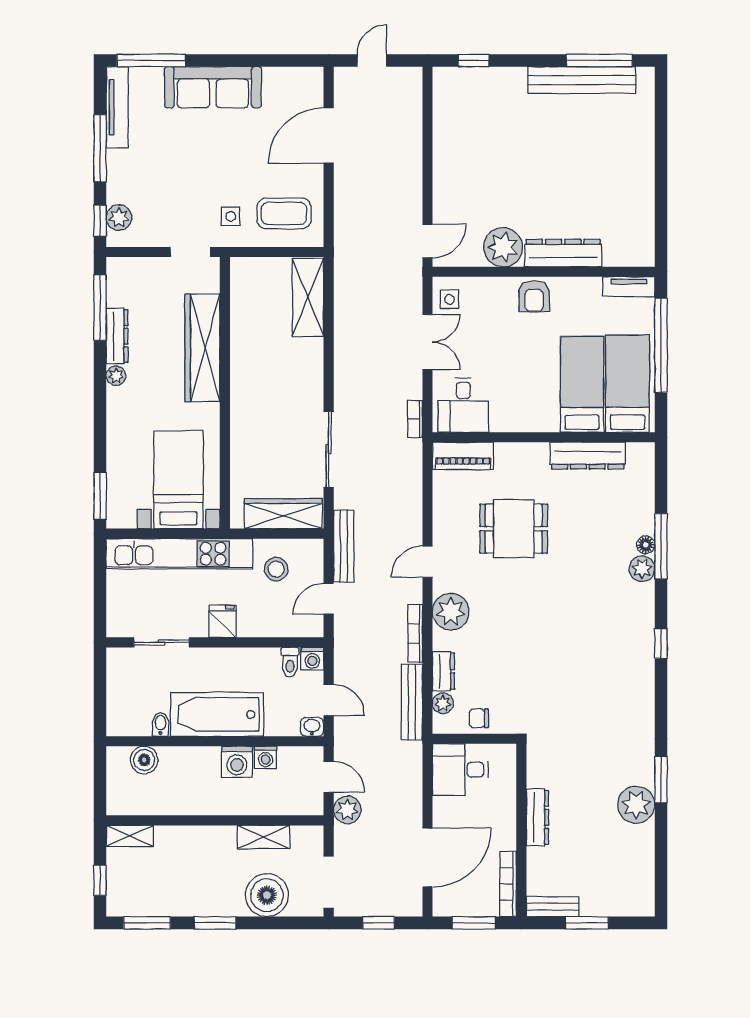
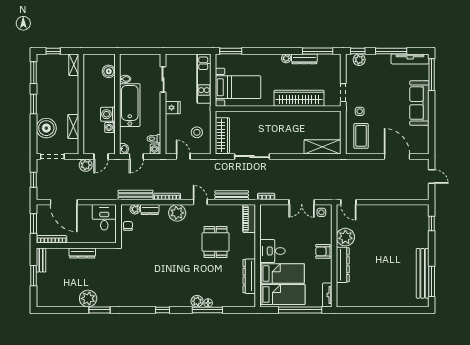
desk: (463, 405) -> (273, 251), moved
bench: (344, 546) -> (232, 195), moved
kitchen unit: (179, 554) -> (204, 79), width x0.73

